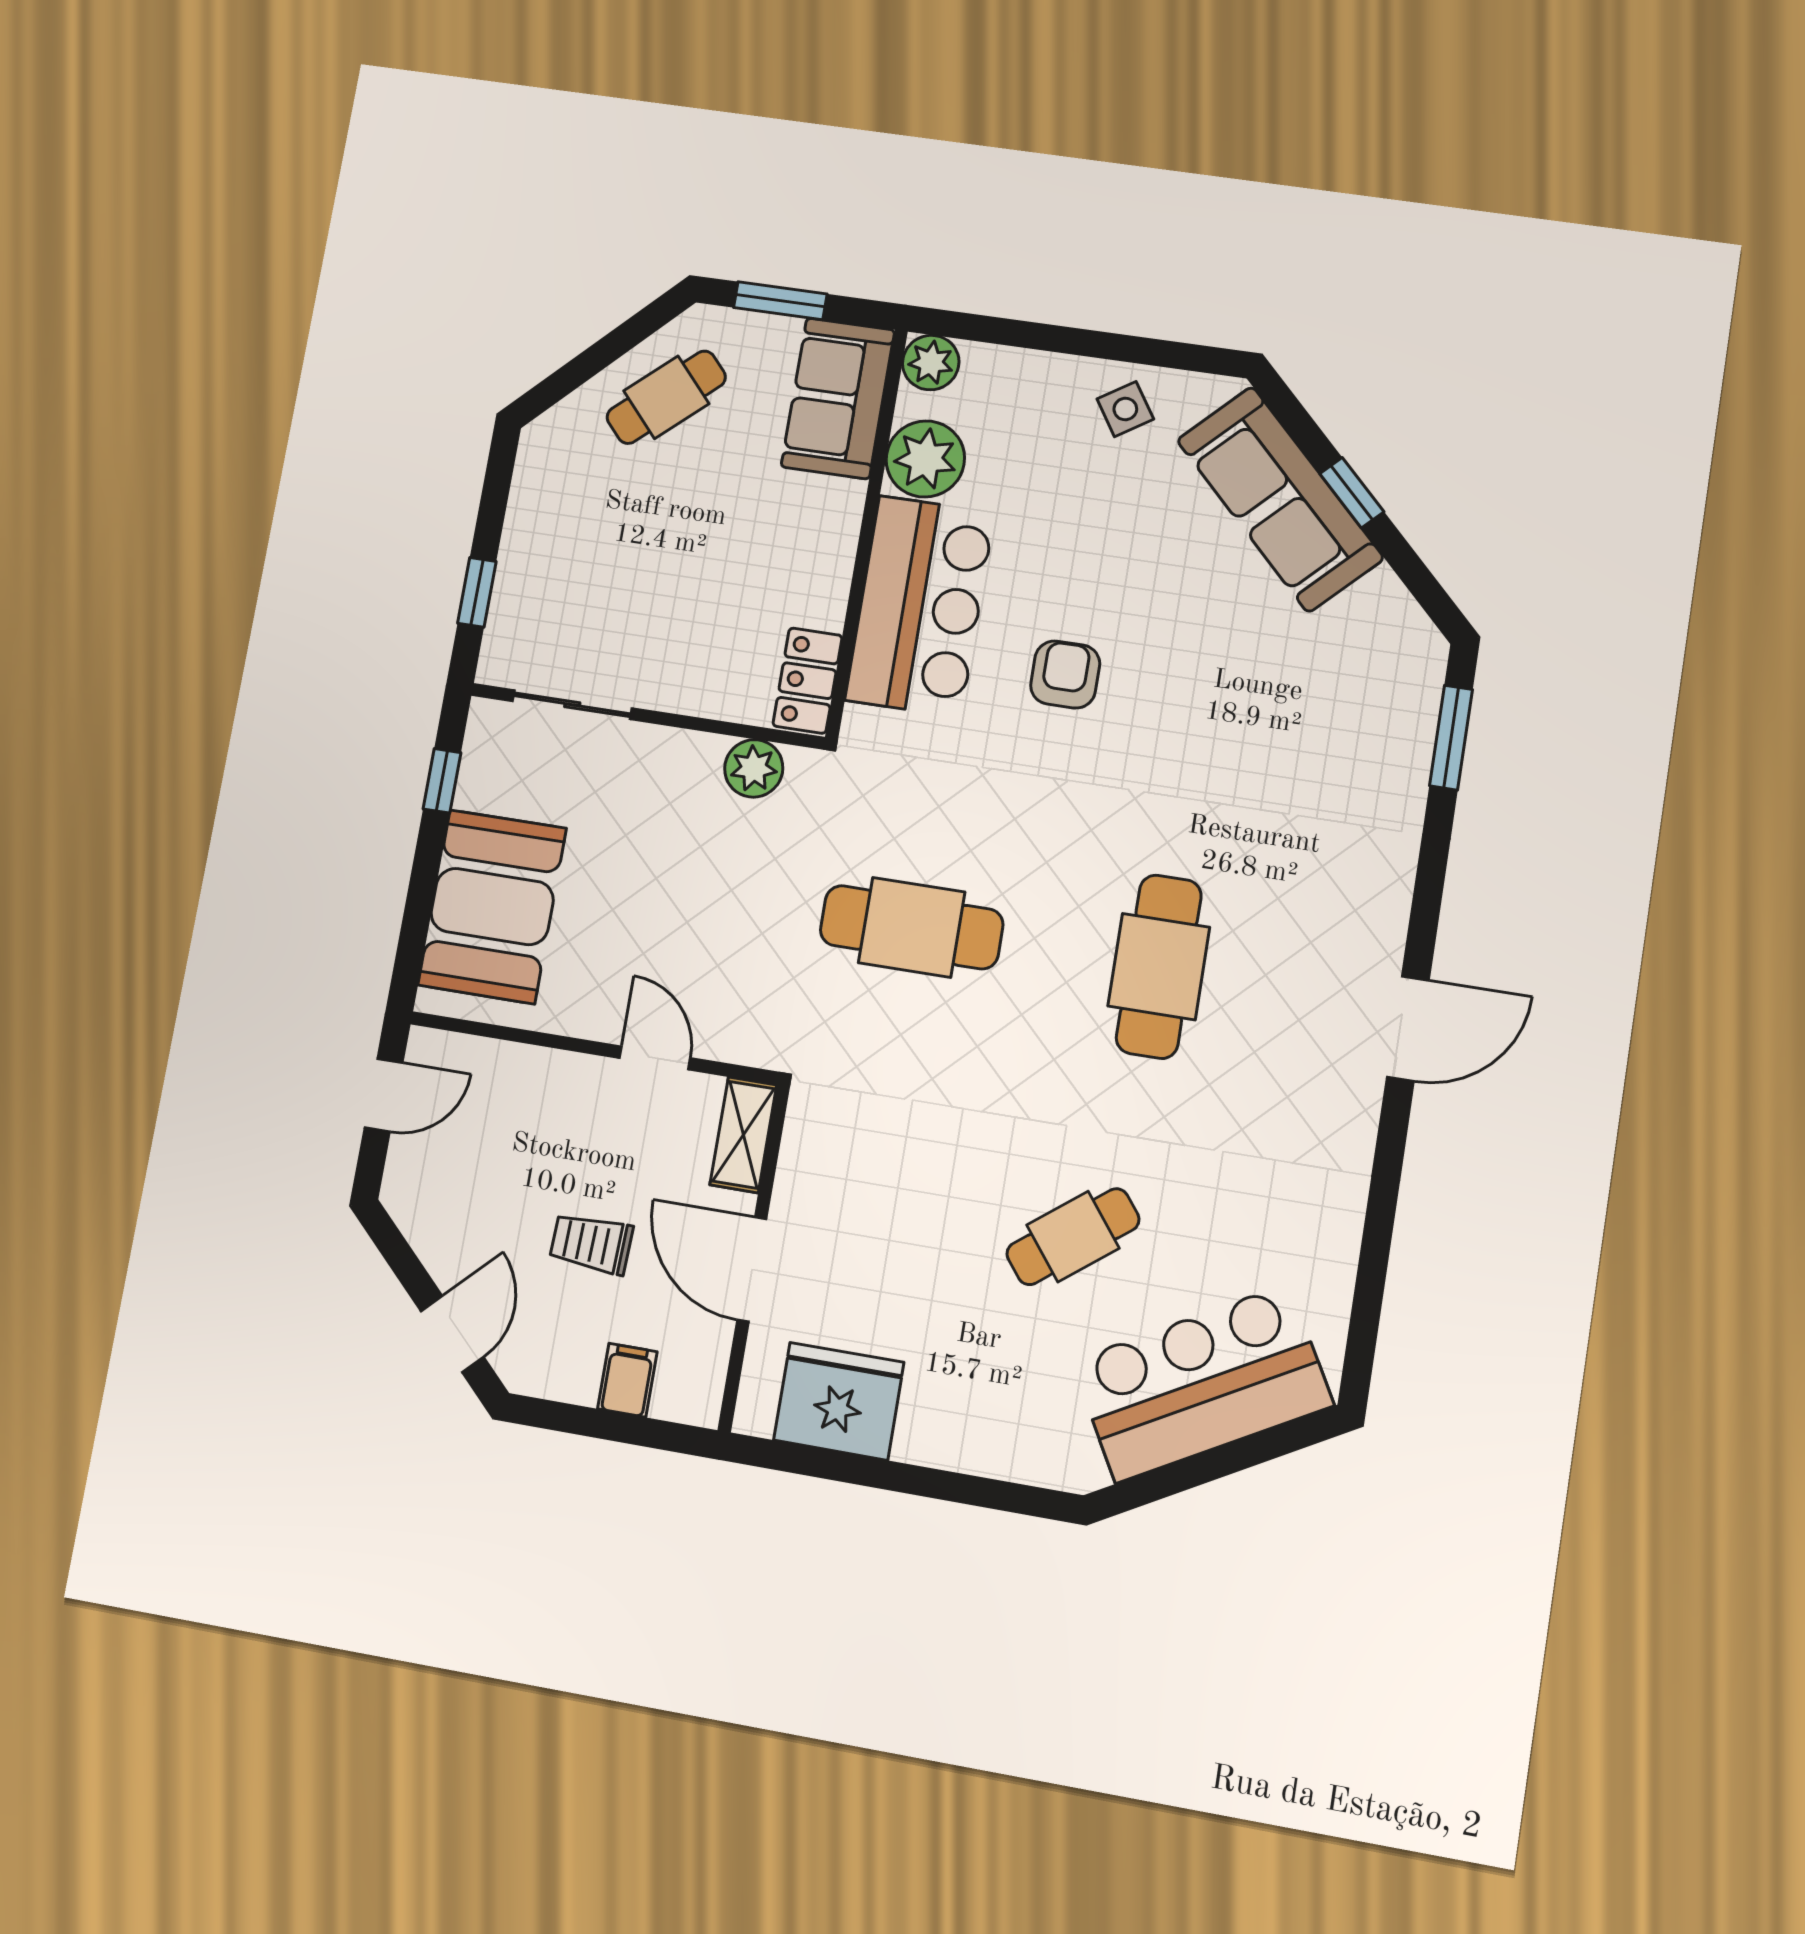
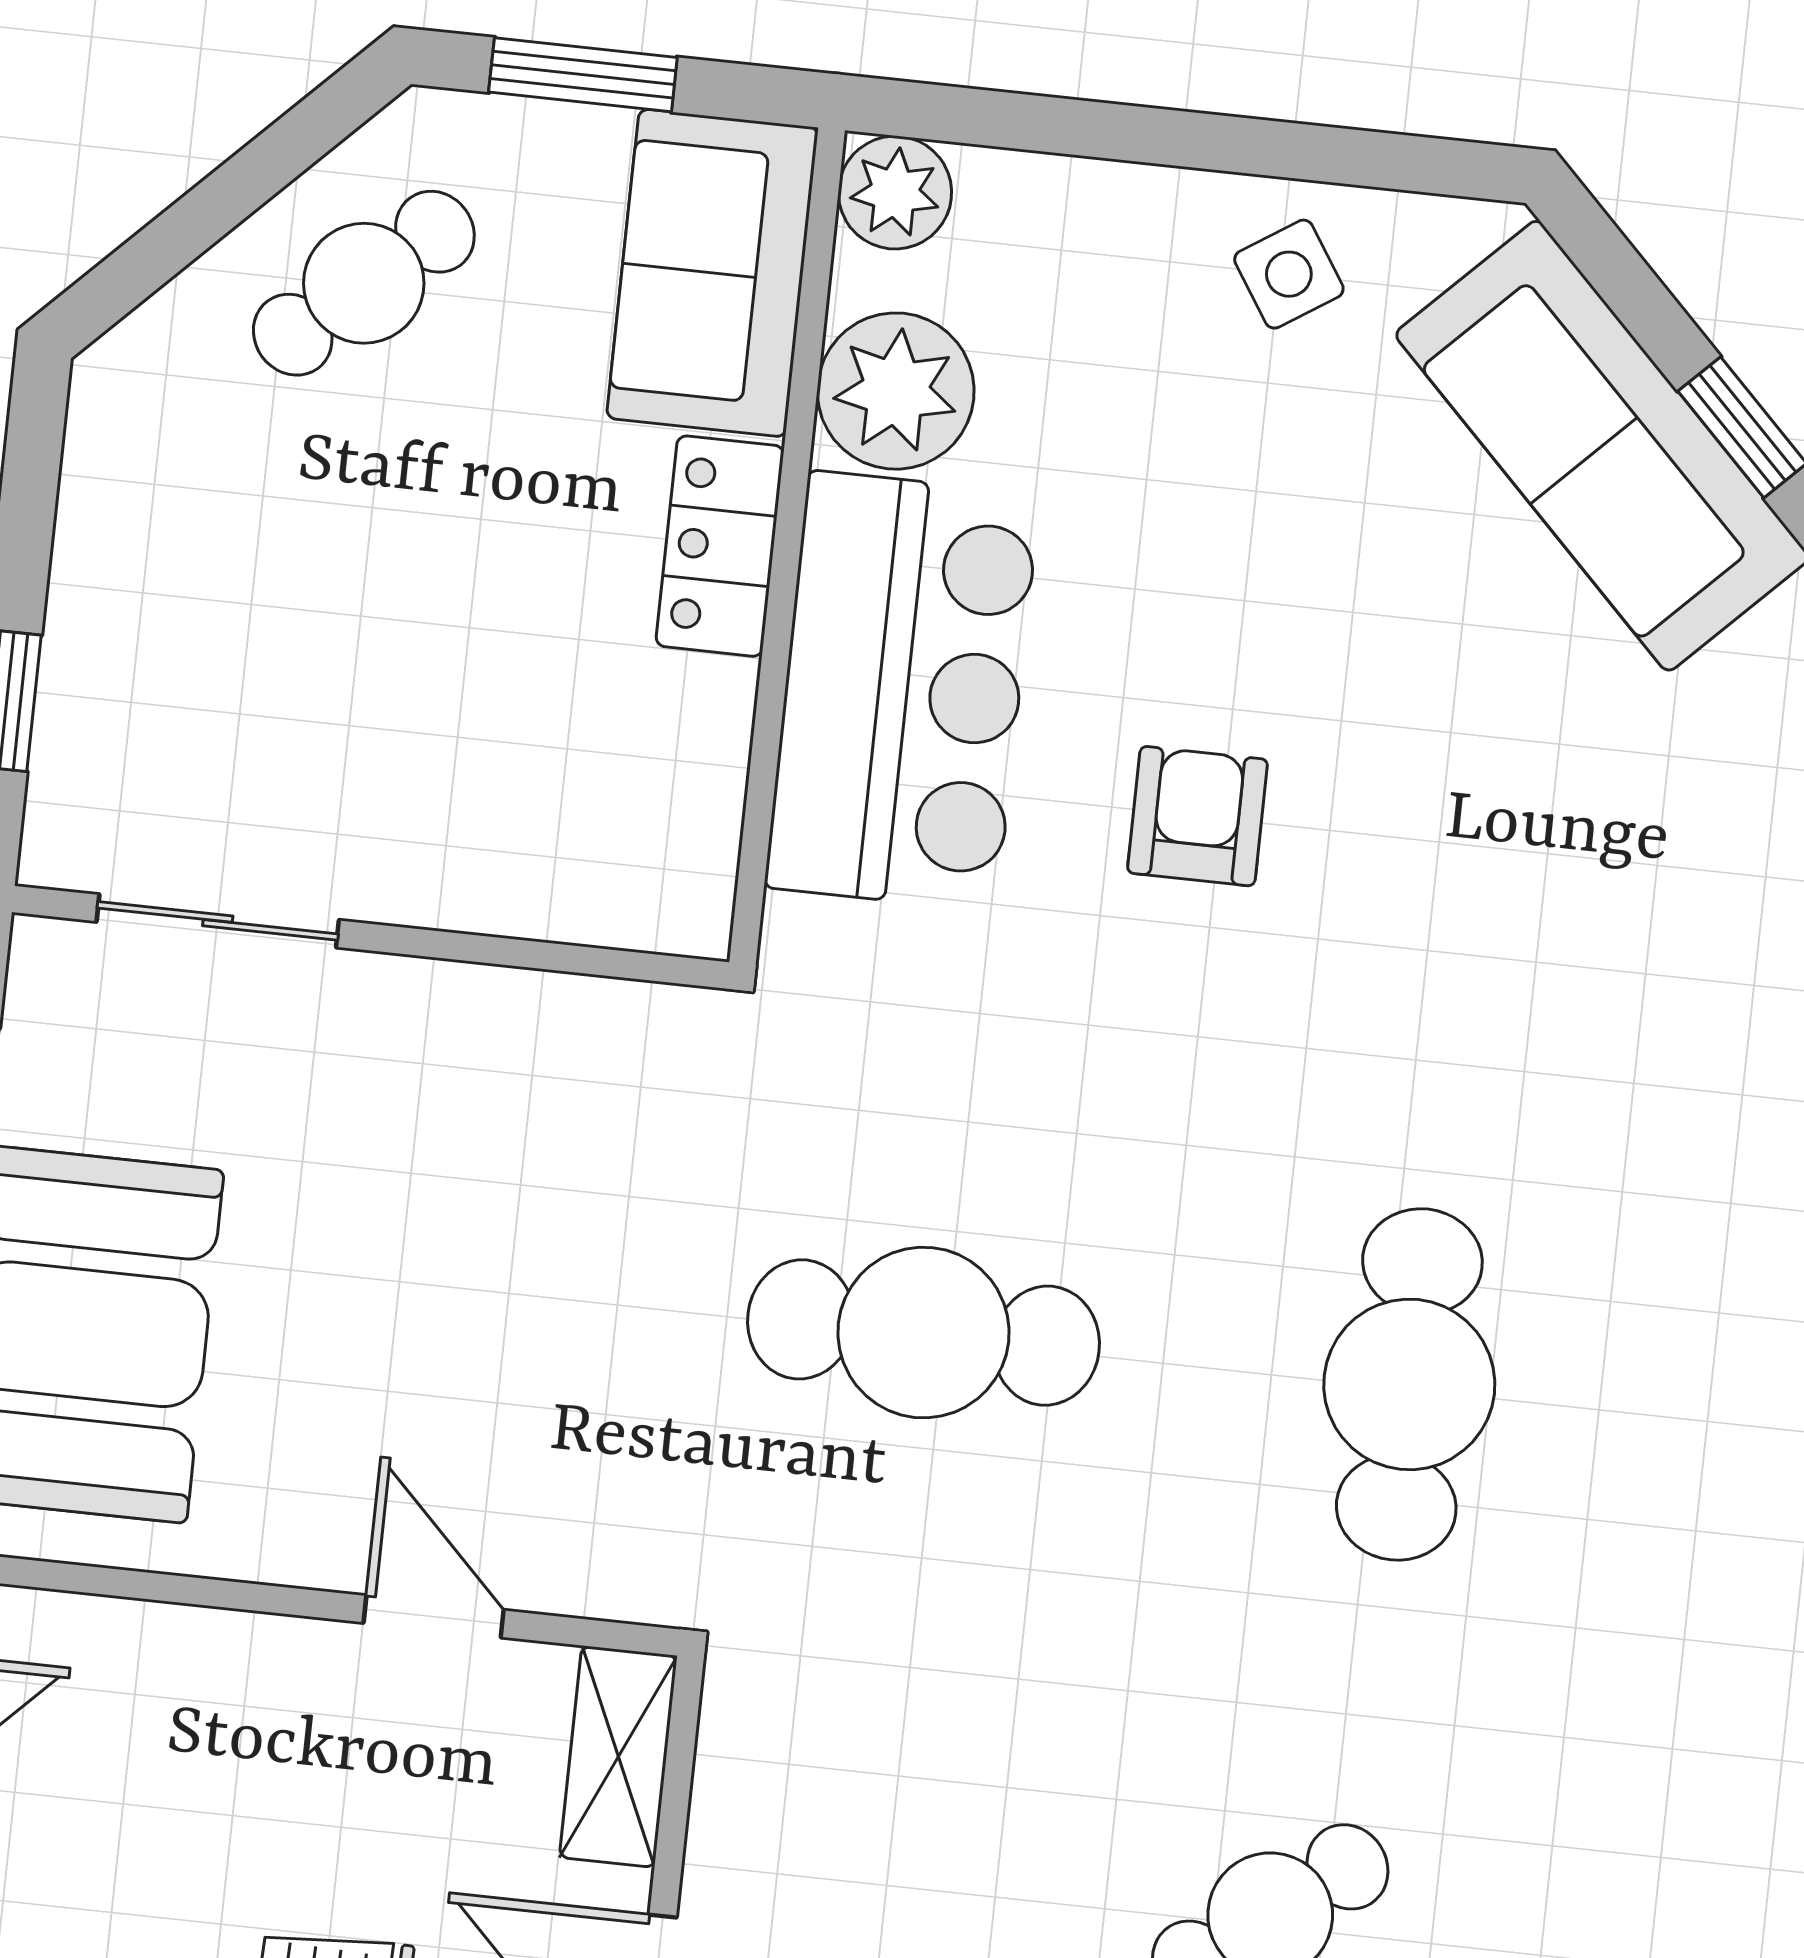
locker: (807, 681) -> (720, 546), moved
plant: (754, 768) -> (591, 1032), removed

